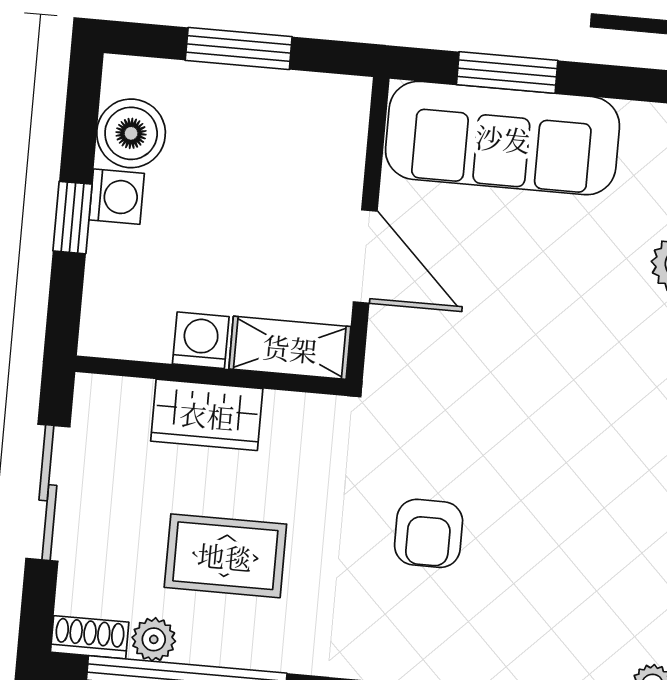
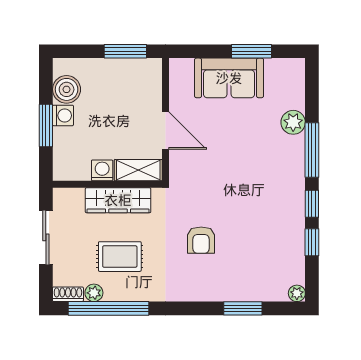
window: (239, 49) -> (125, 51), moved
window: (507, 72) -> (252, 51), moved
sofa: (503, 138) -> (229, 78), width x0.73
window: (72, 218) -> (46, 125), width x1.50
wardrobe: (207, 415) -> (118, 200), width x1.50

